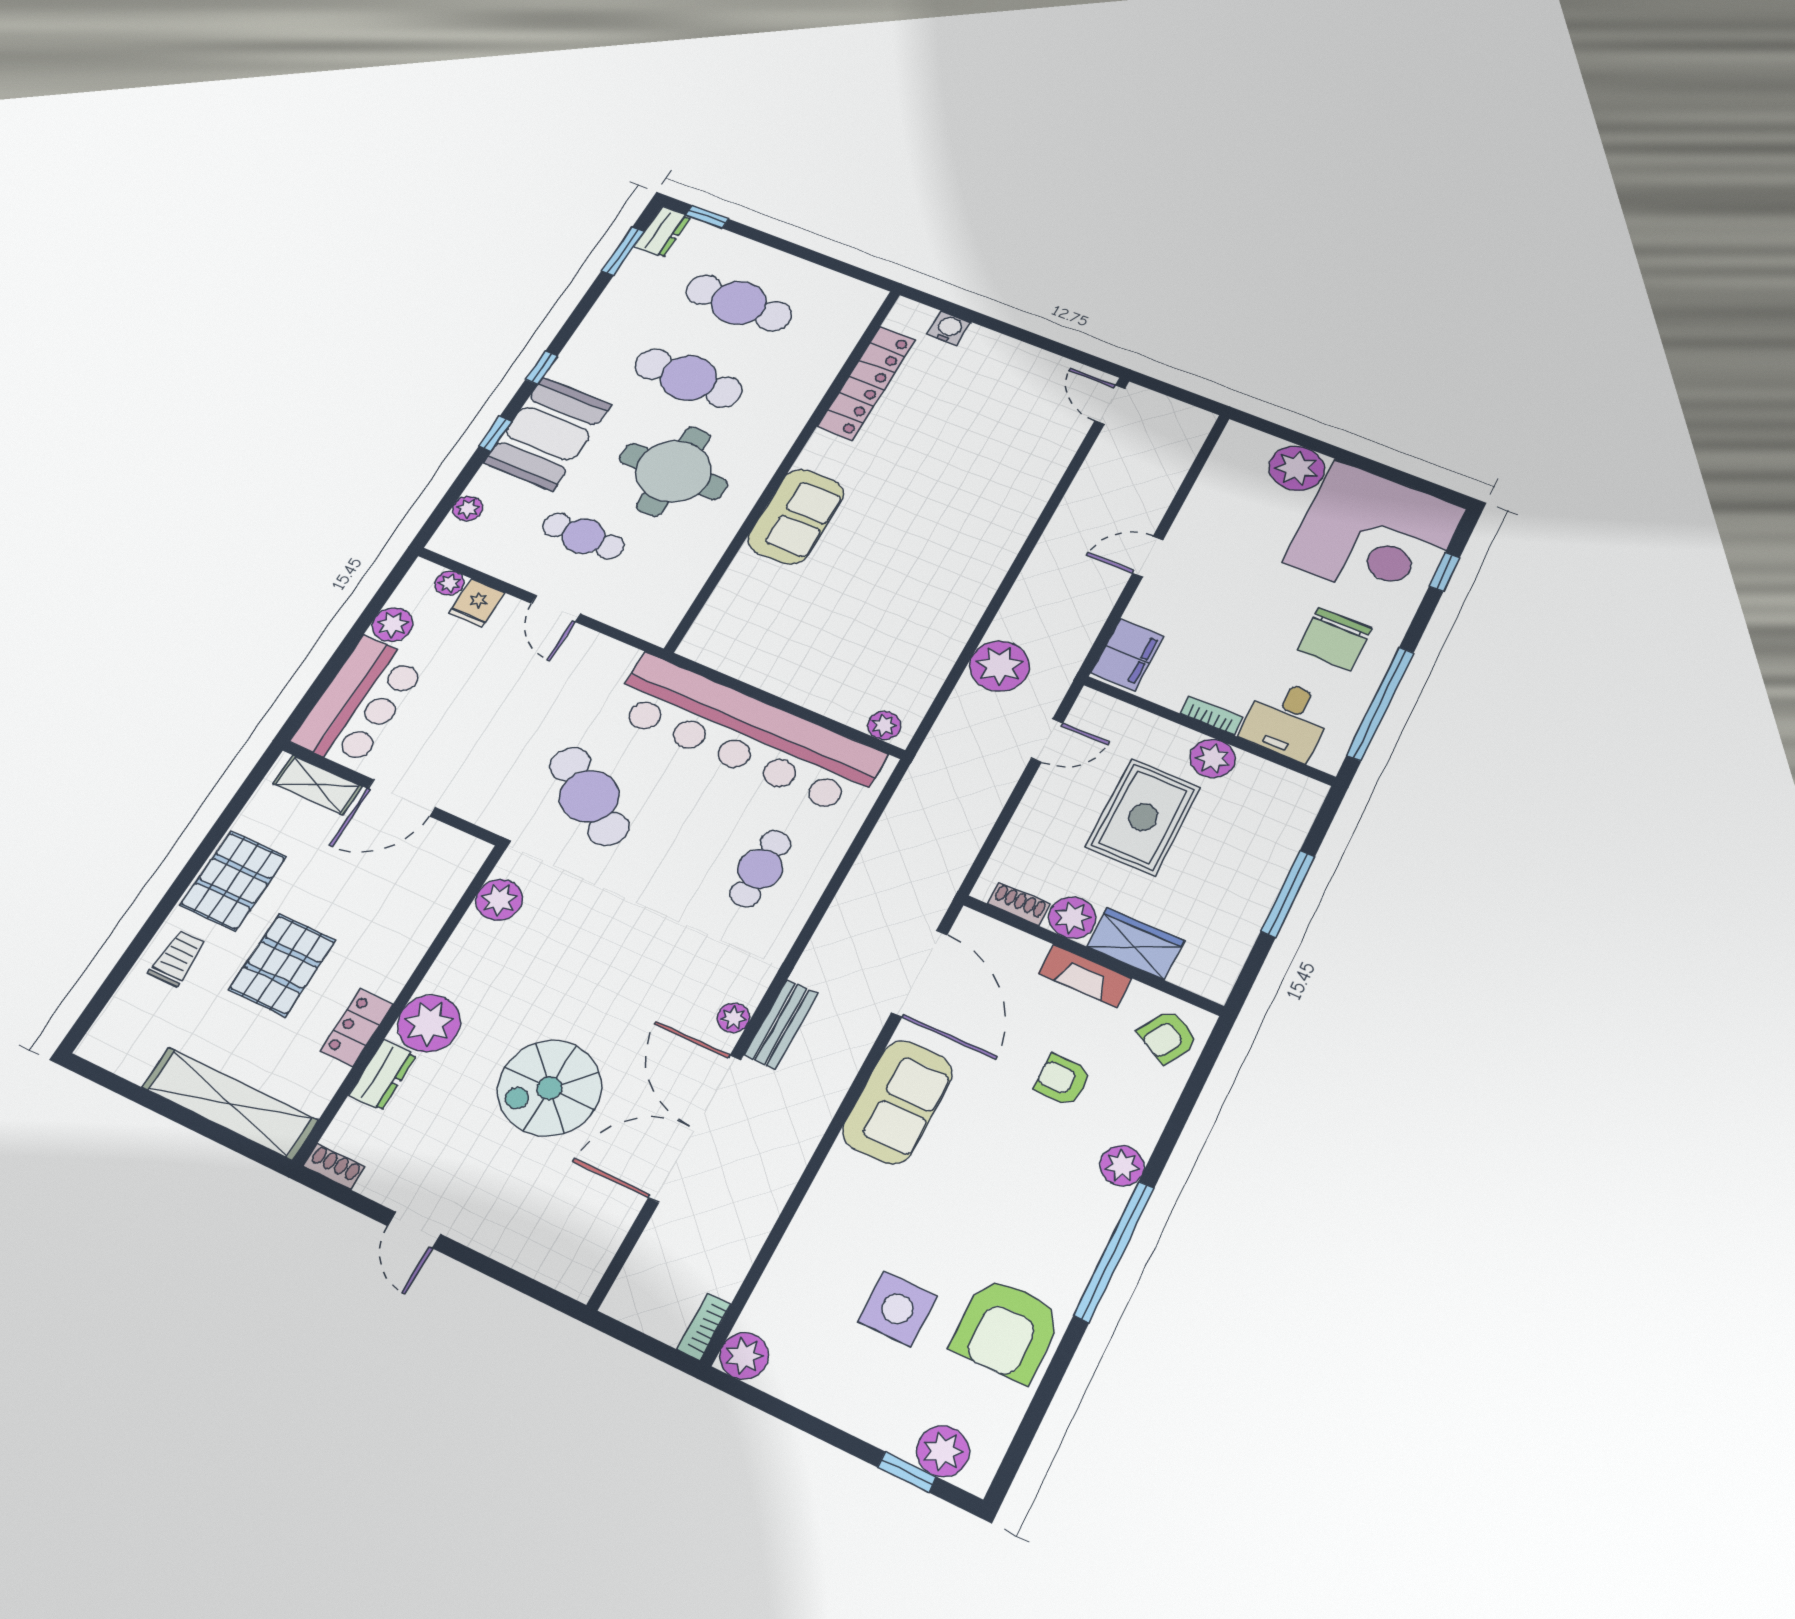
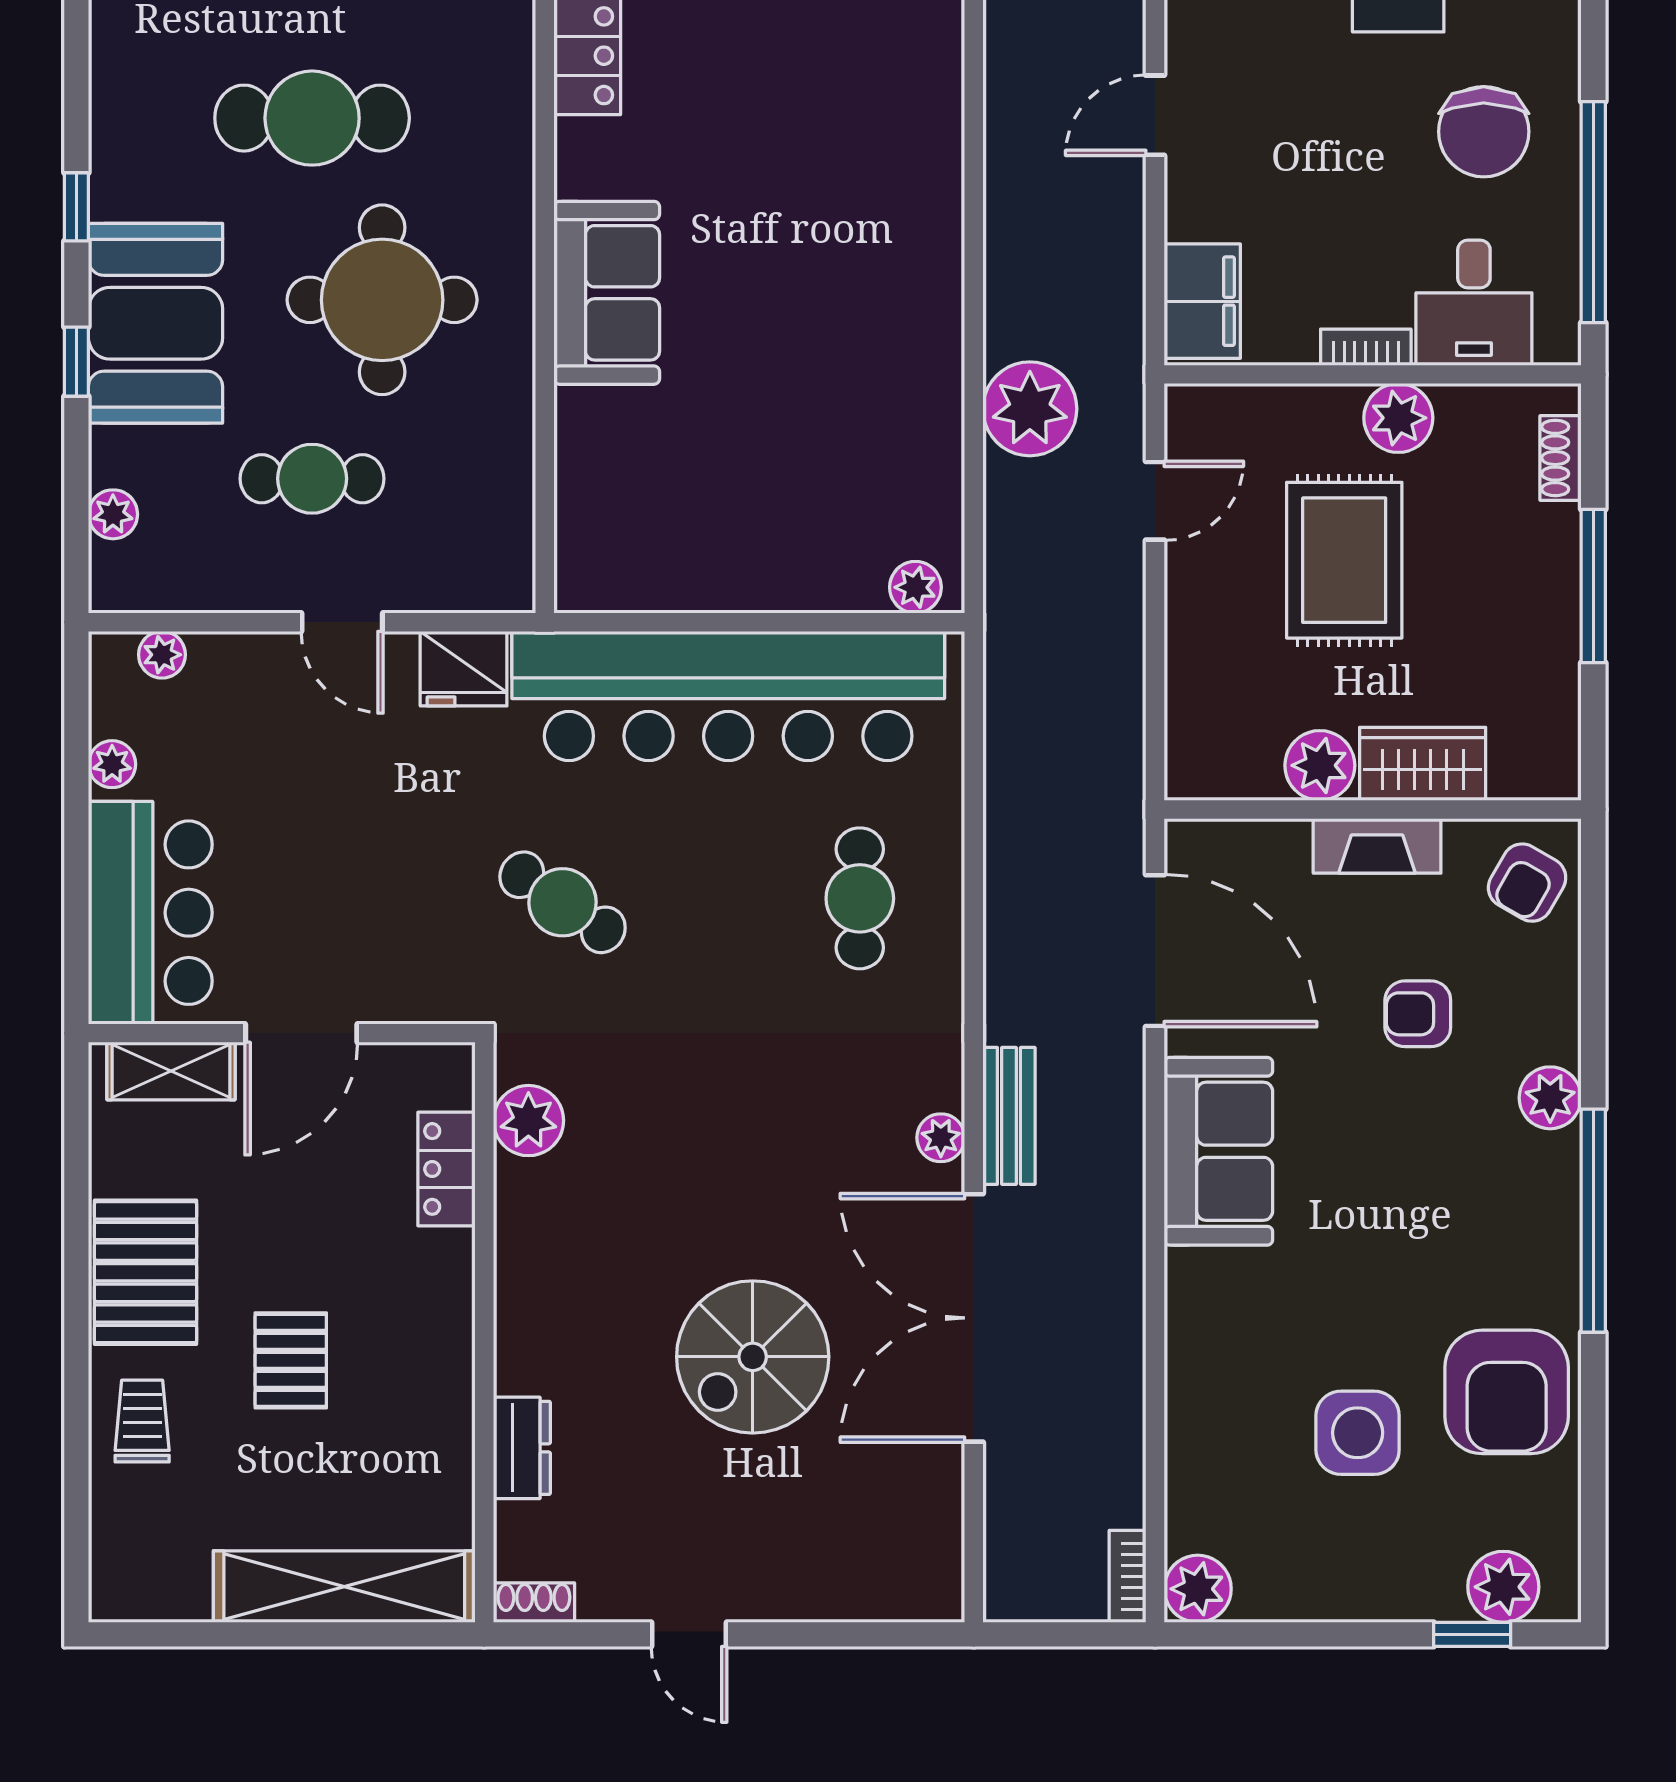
fridge: (477, 603) -> (464, 669), moved, width x1.38
plant: (393, 625) -> (112, 764), width x0.73, depth x0.73
cafe table: (589, 796) -> (563, 902), width x0.73, depth x0.74
shoe rack: (1019, 904) -> (1561, 458), moved, turned -90
pallet: (282, 965) -> (291, 1360), width x0.67, depth x0.71
plant: (429, 1024) -> (540, 1346), removed
locker: (356, 1028) -> (447, 1169), moved

